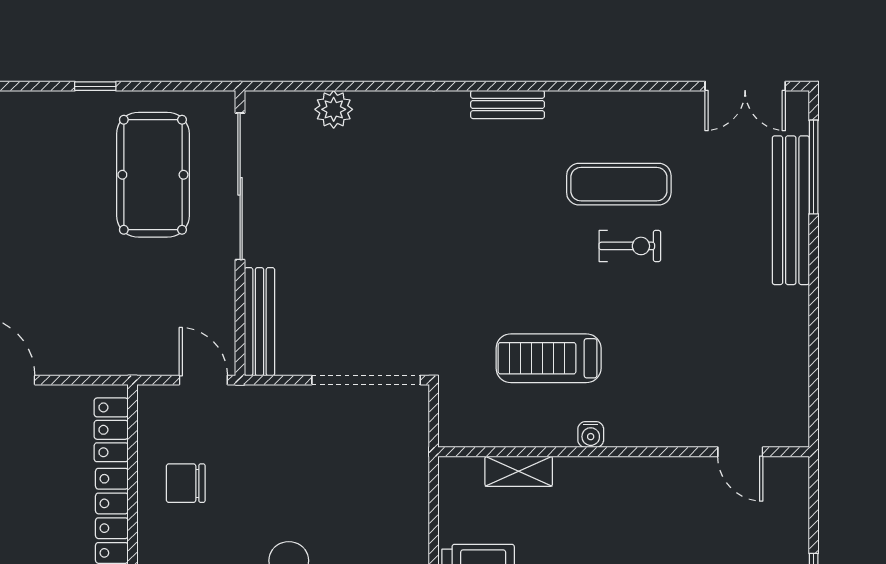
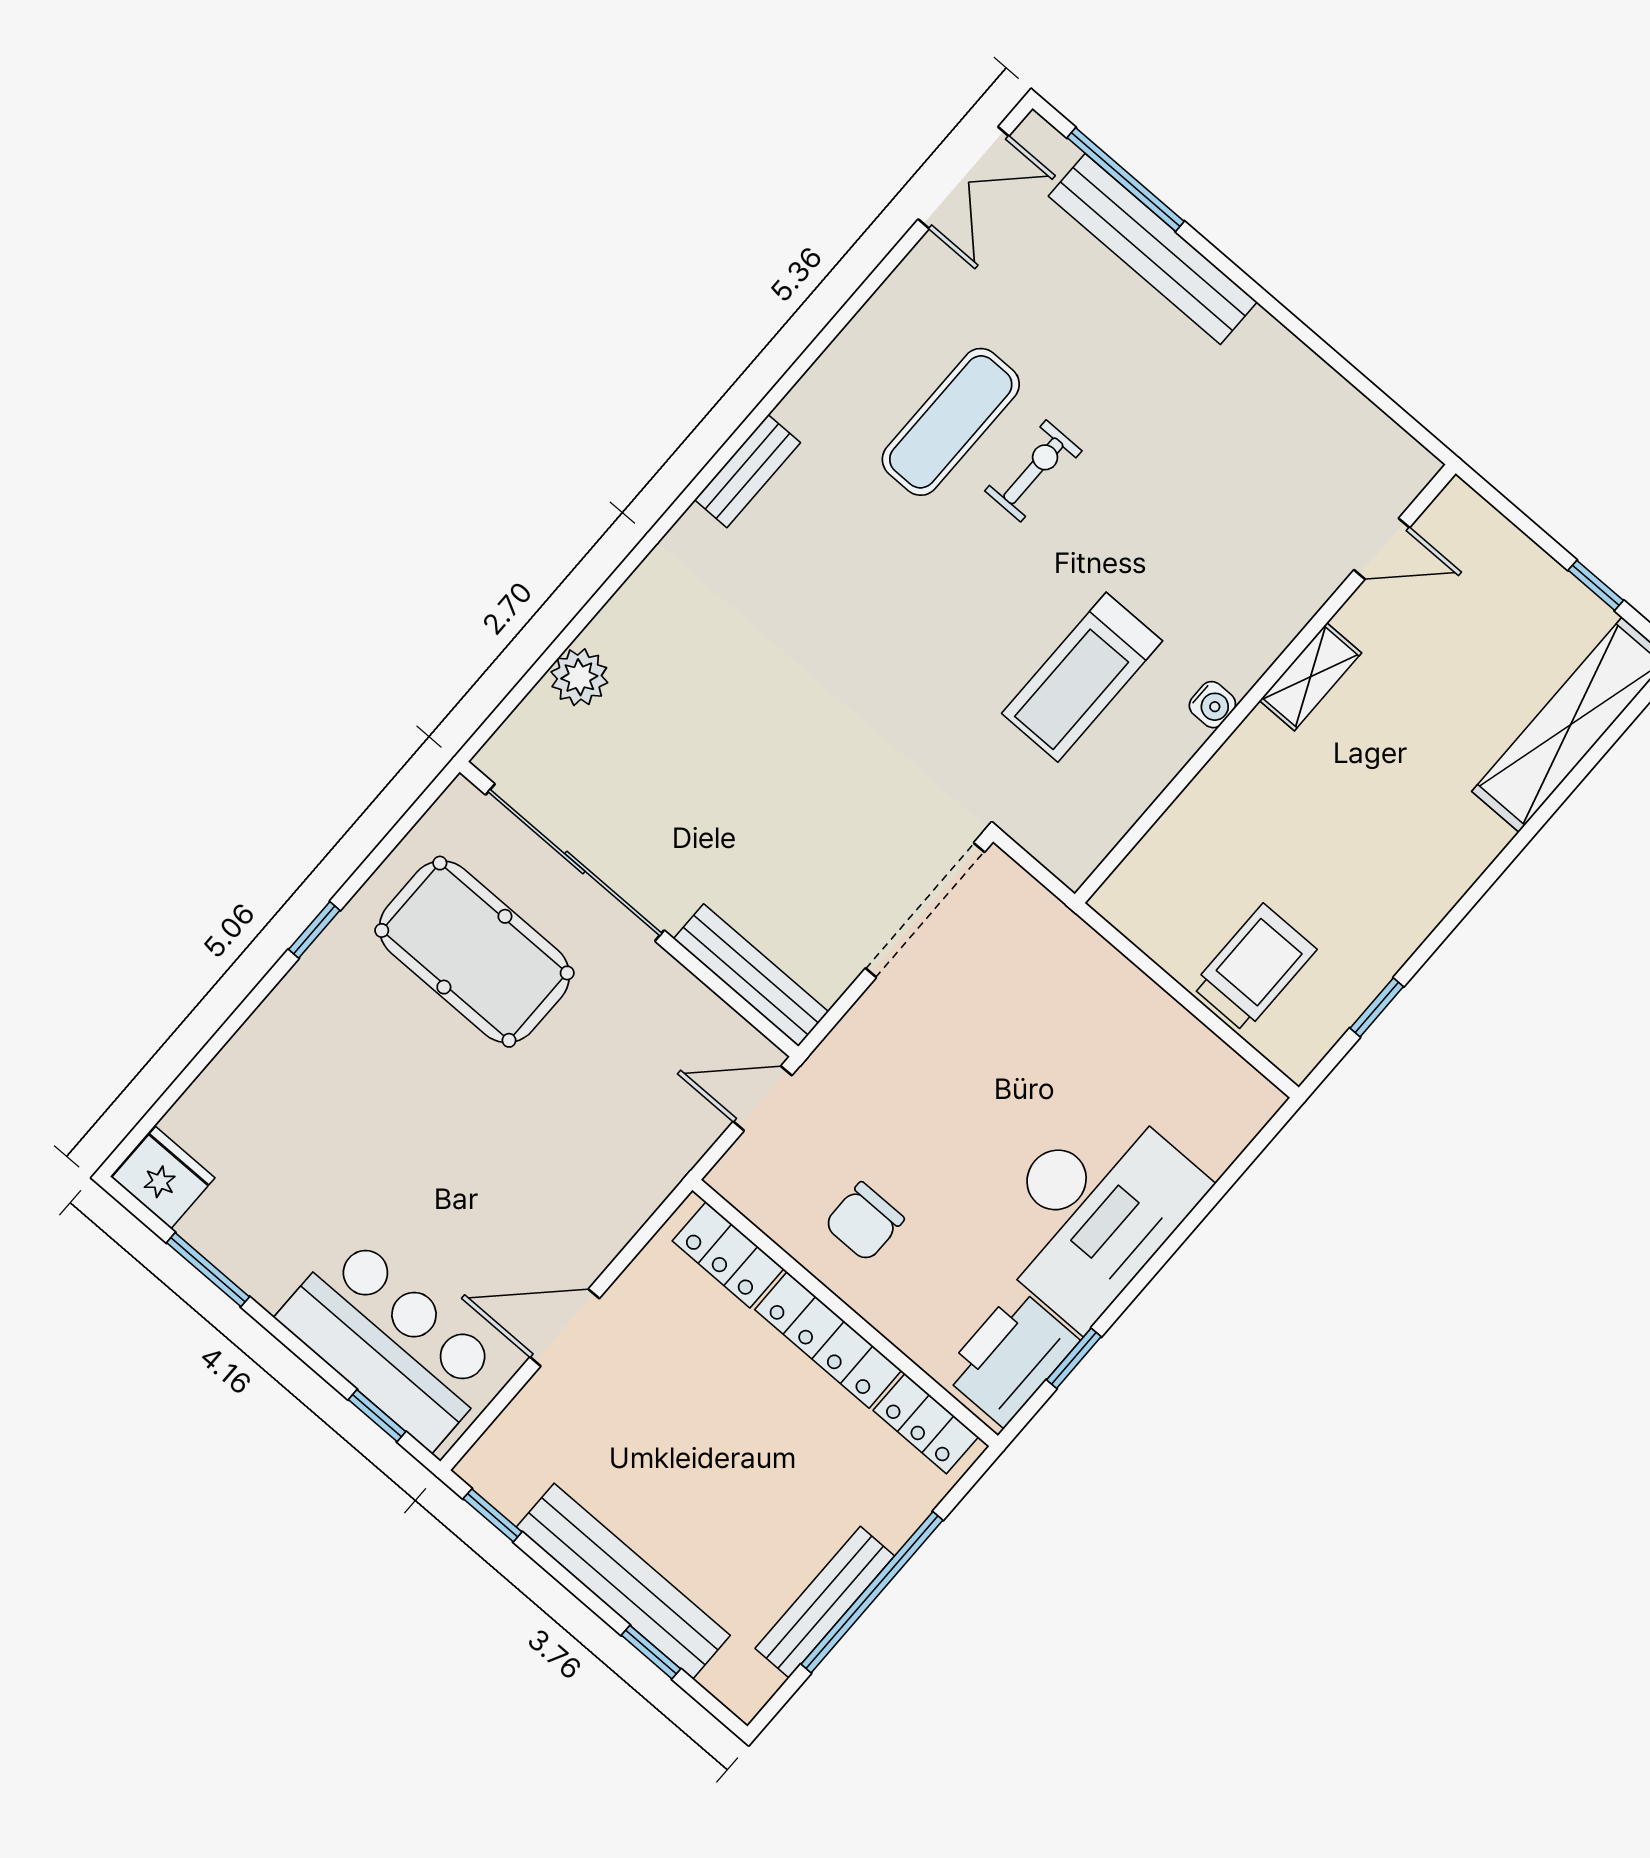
shelving: (519, 471) -> (1311, 677), moved

